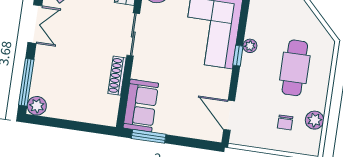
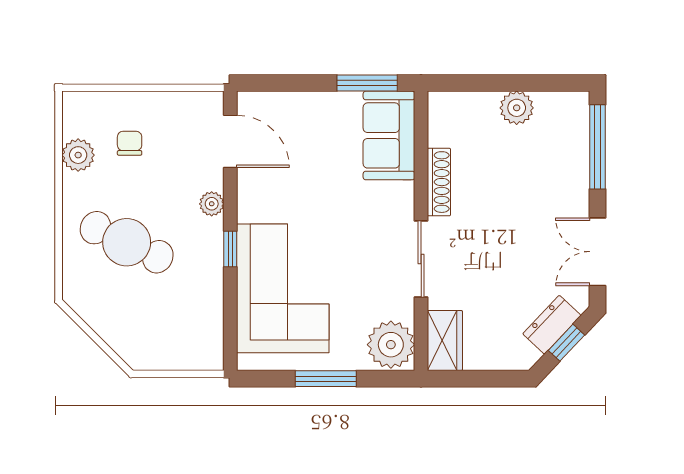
plant: (250, 46) -> (212, 204), moved
cafe table: (295, 68) -> (127, 242), turned -65
plant: (37, 106) -> (517, 108), moved

